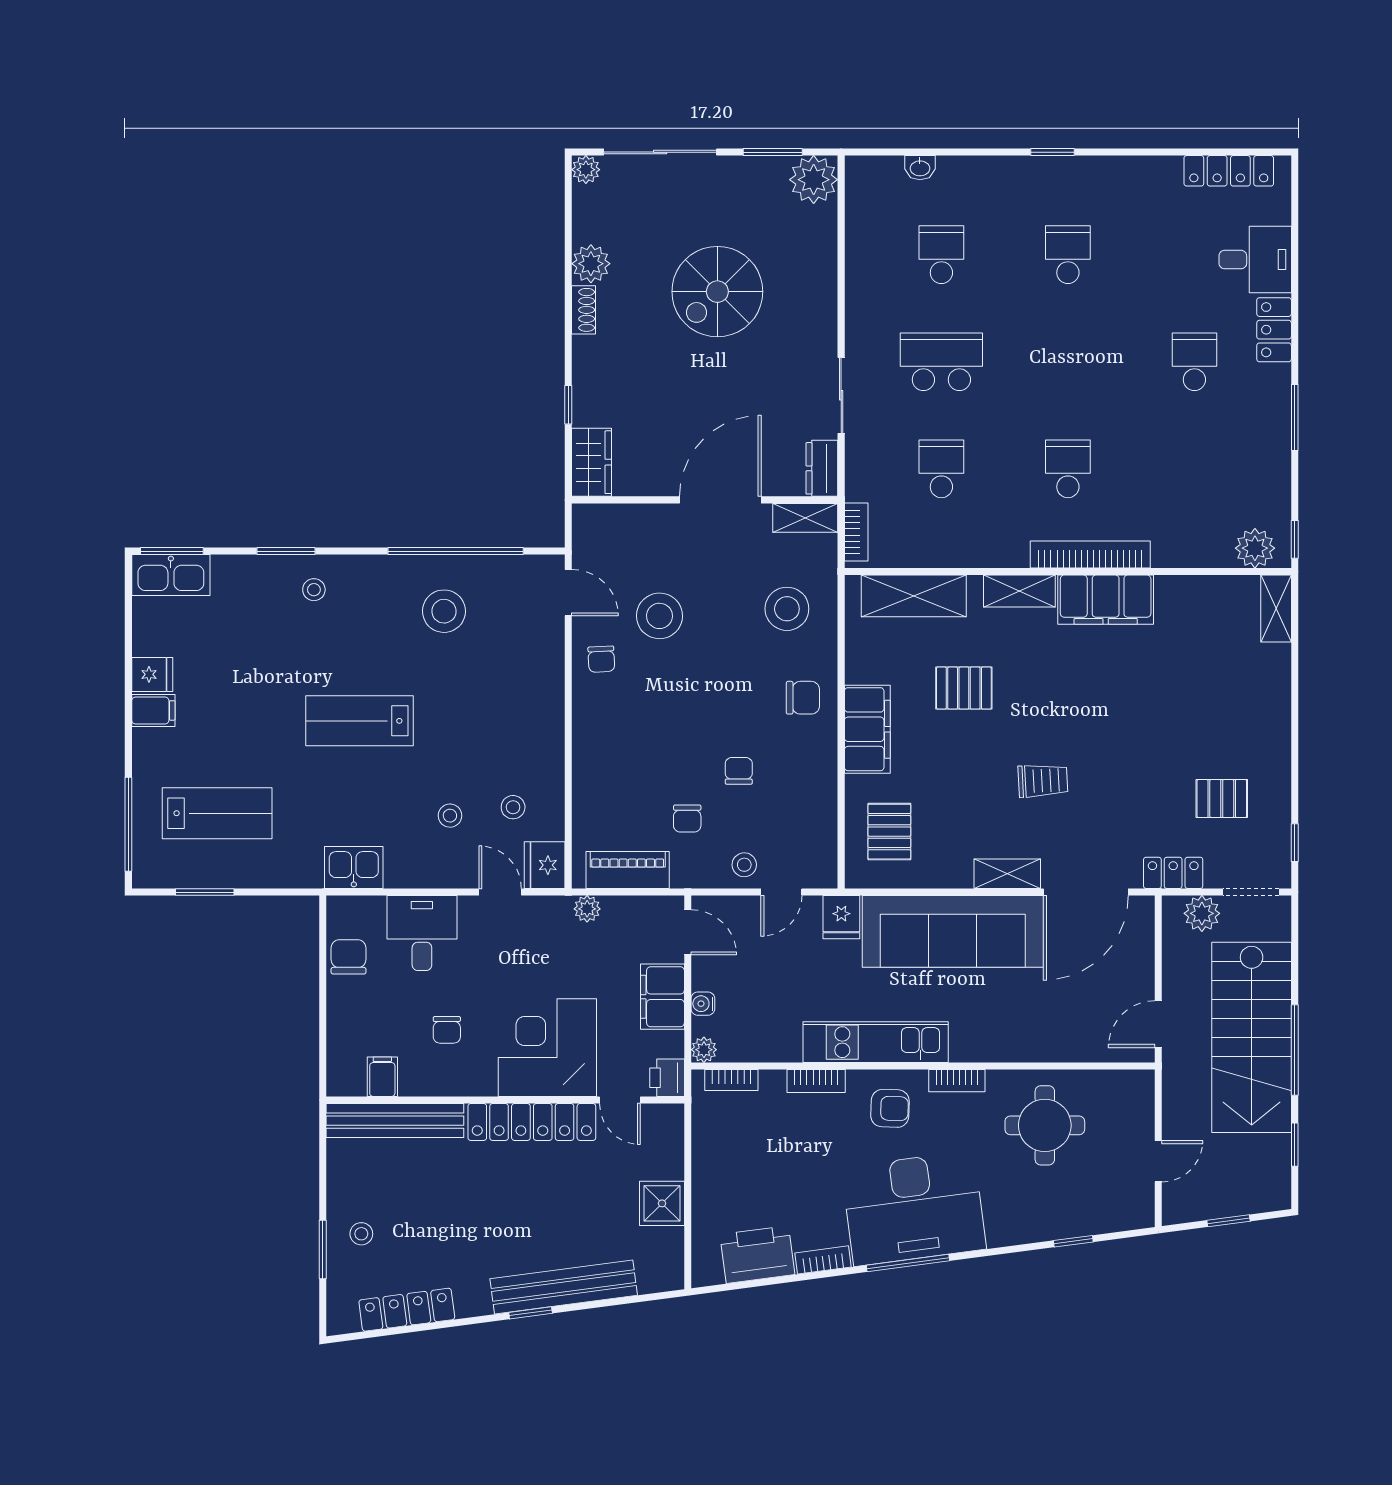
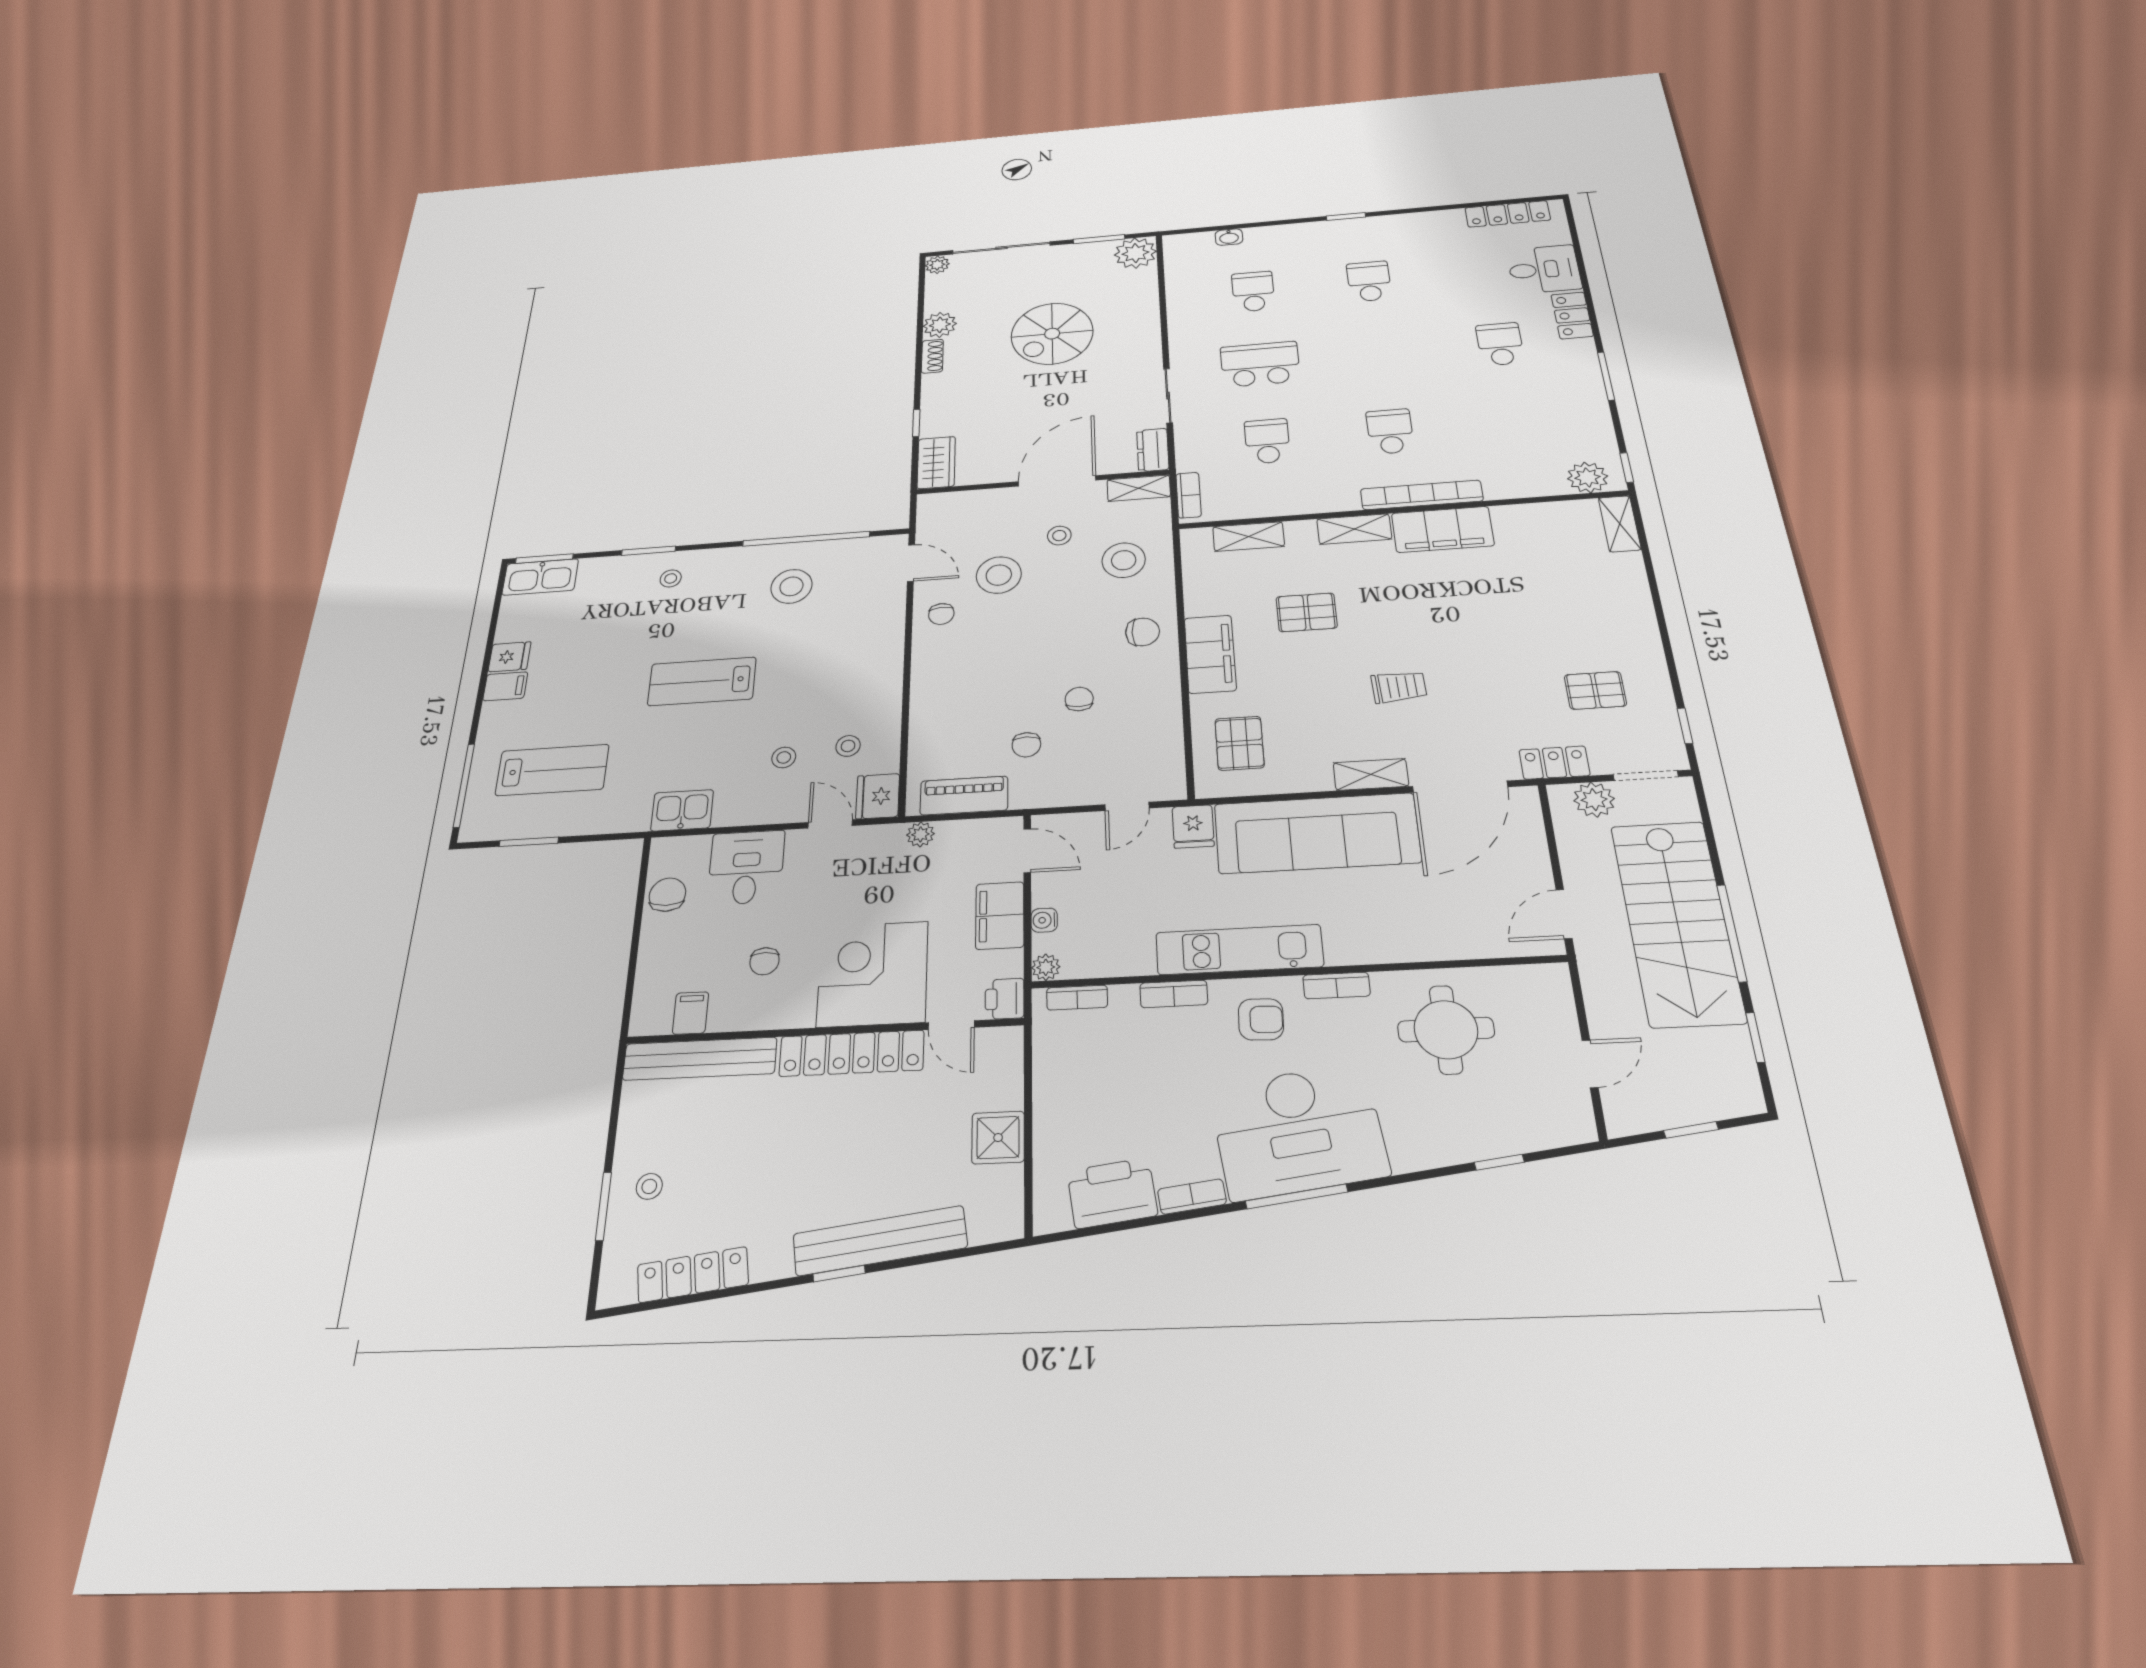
shelving: (914, 596) -> (1248, 537), width x0.67, depth x0.75
stool: (744, 865) -> (1059, 536), moved

